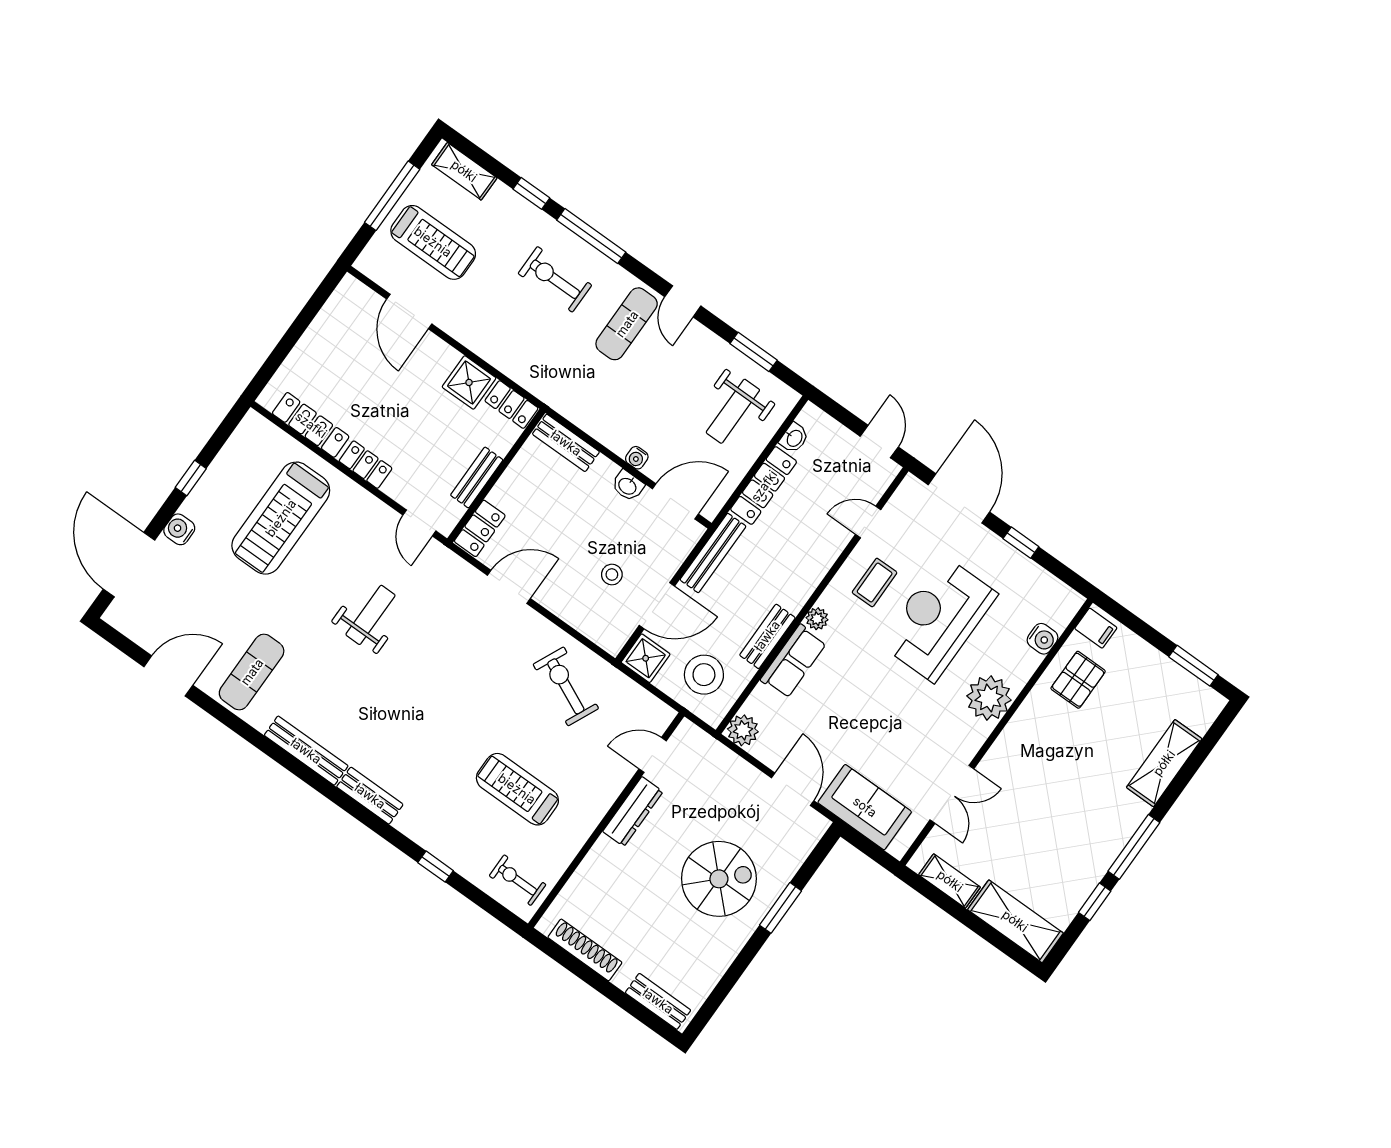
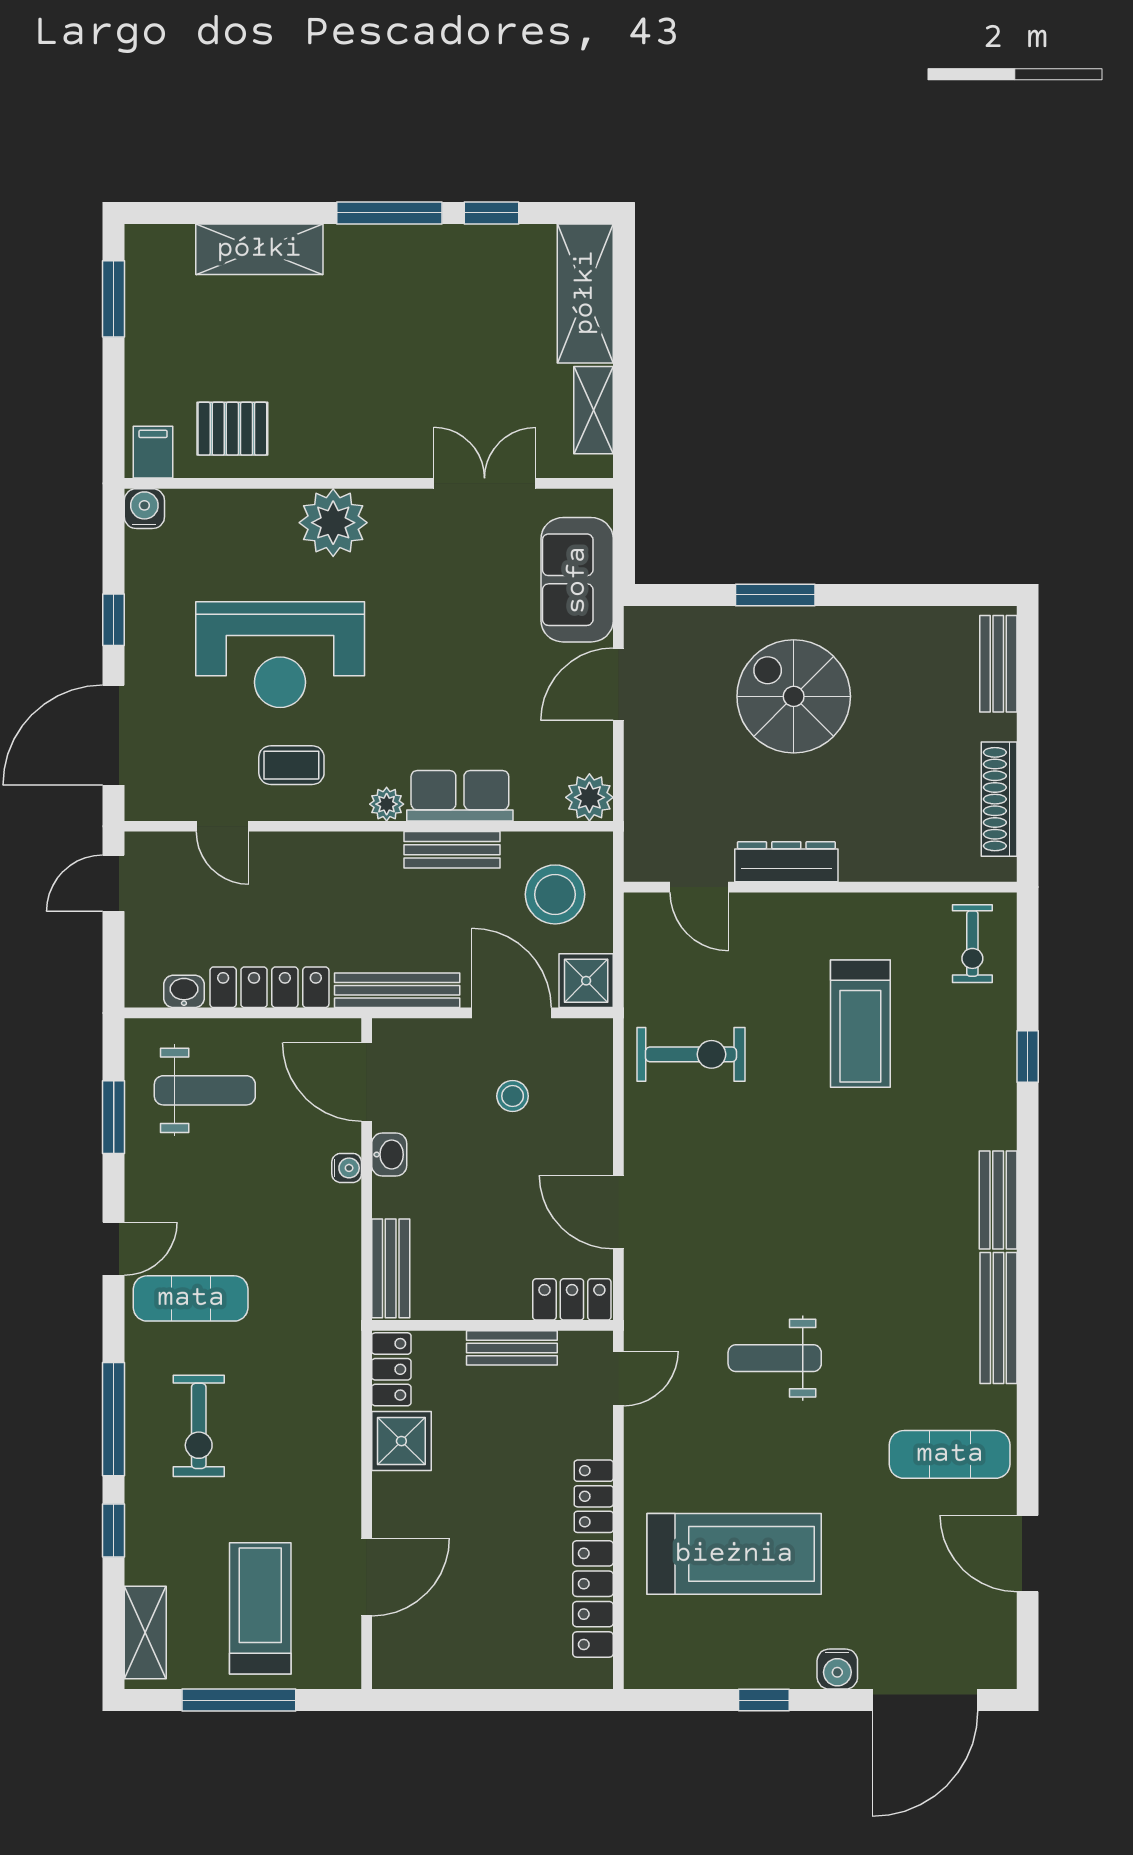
water cooler: (1043, 639) -> (144, 509), moved
exercise bike: (566, 686) -> (691, 1054), turned -115

